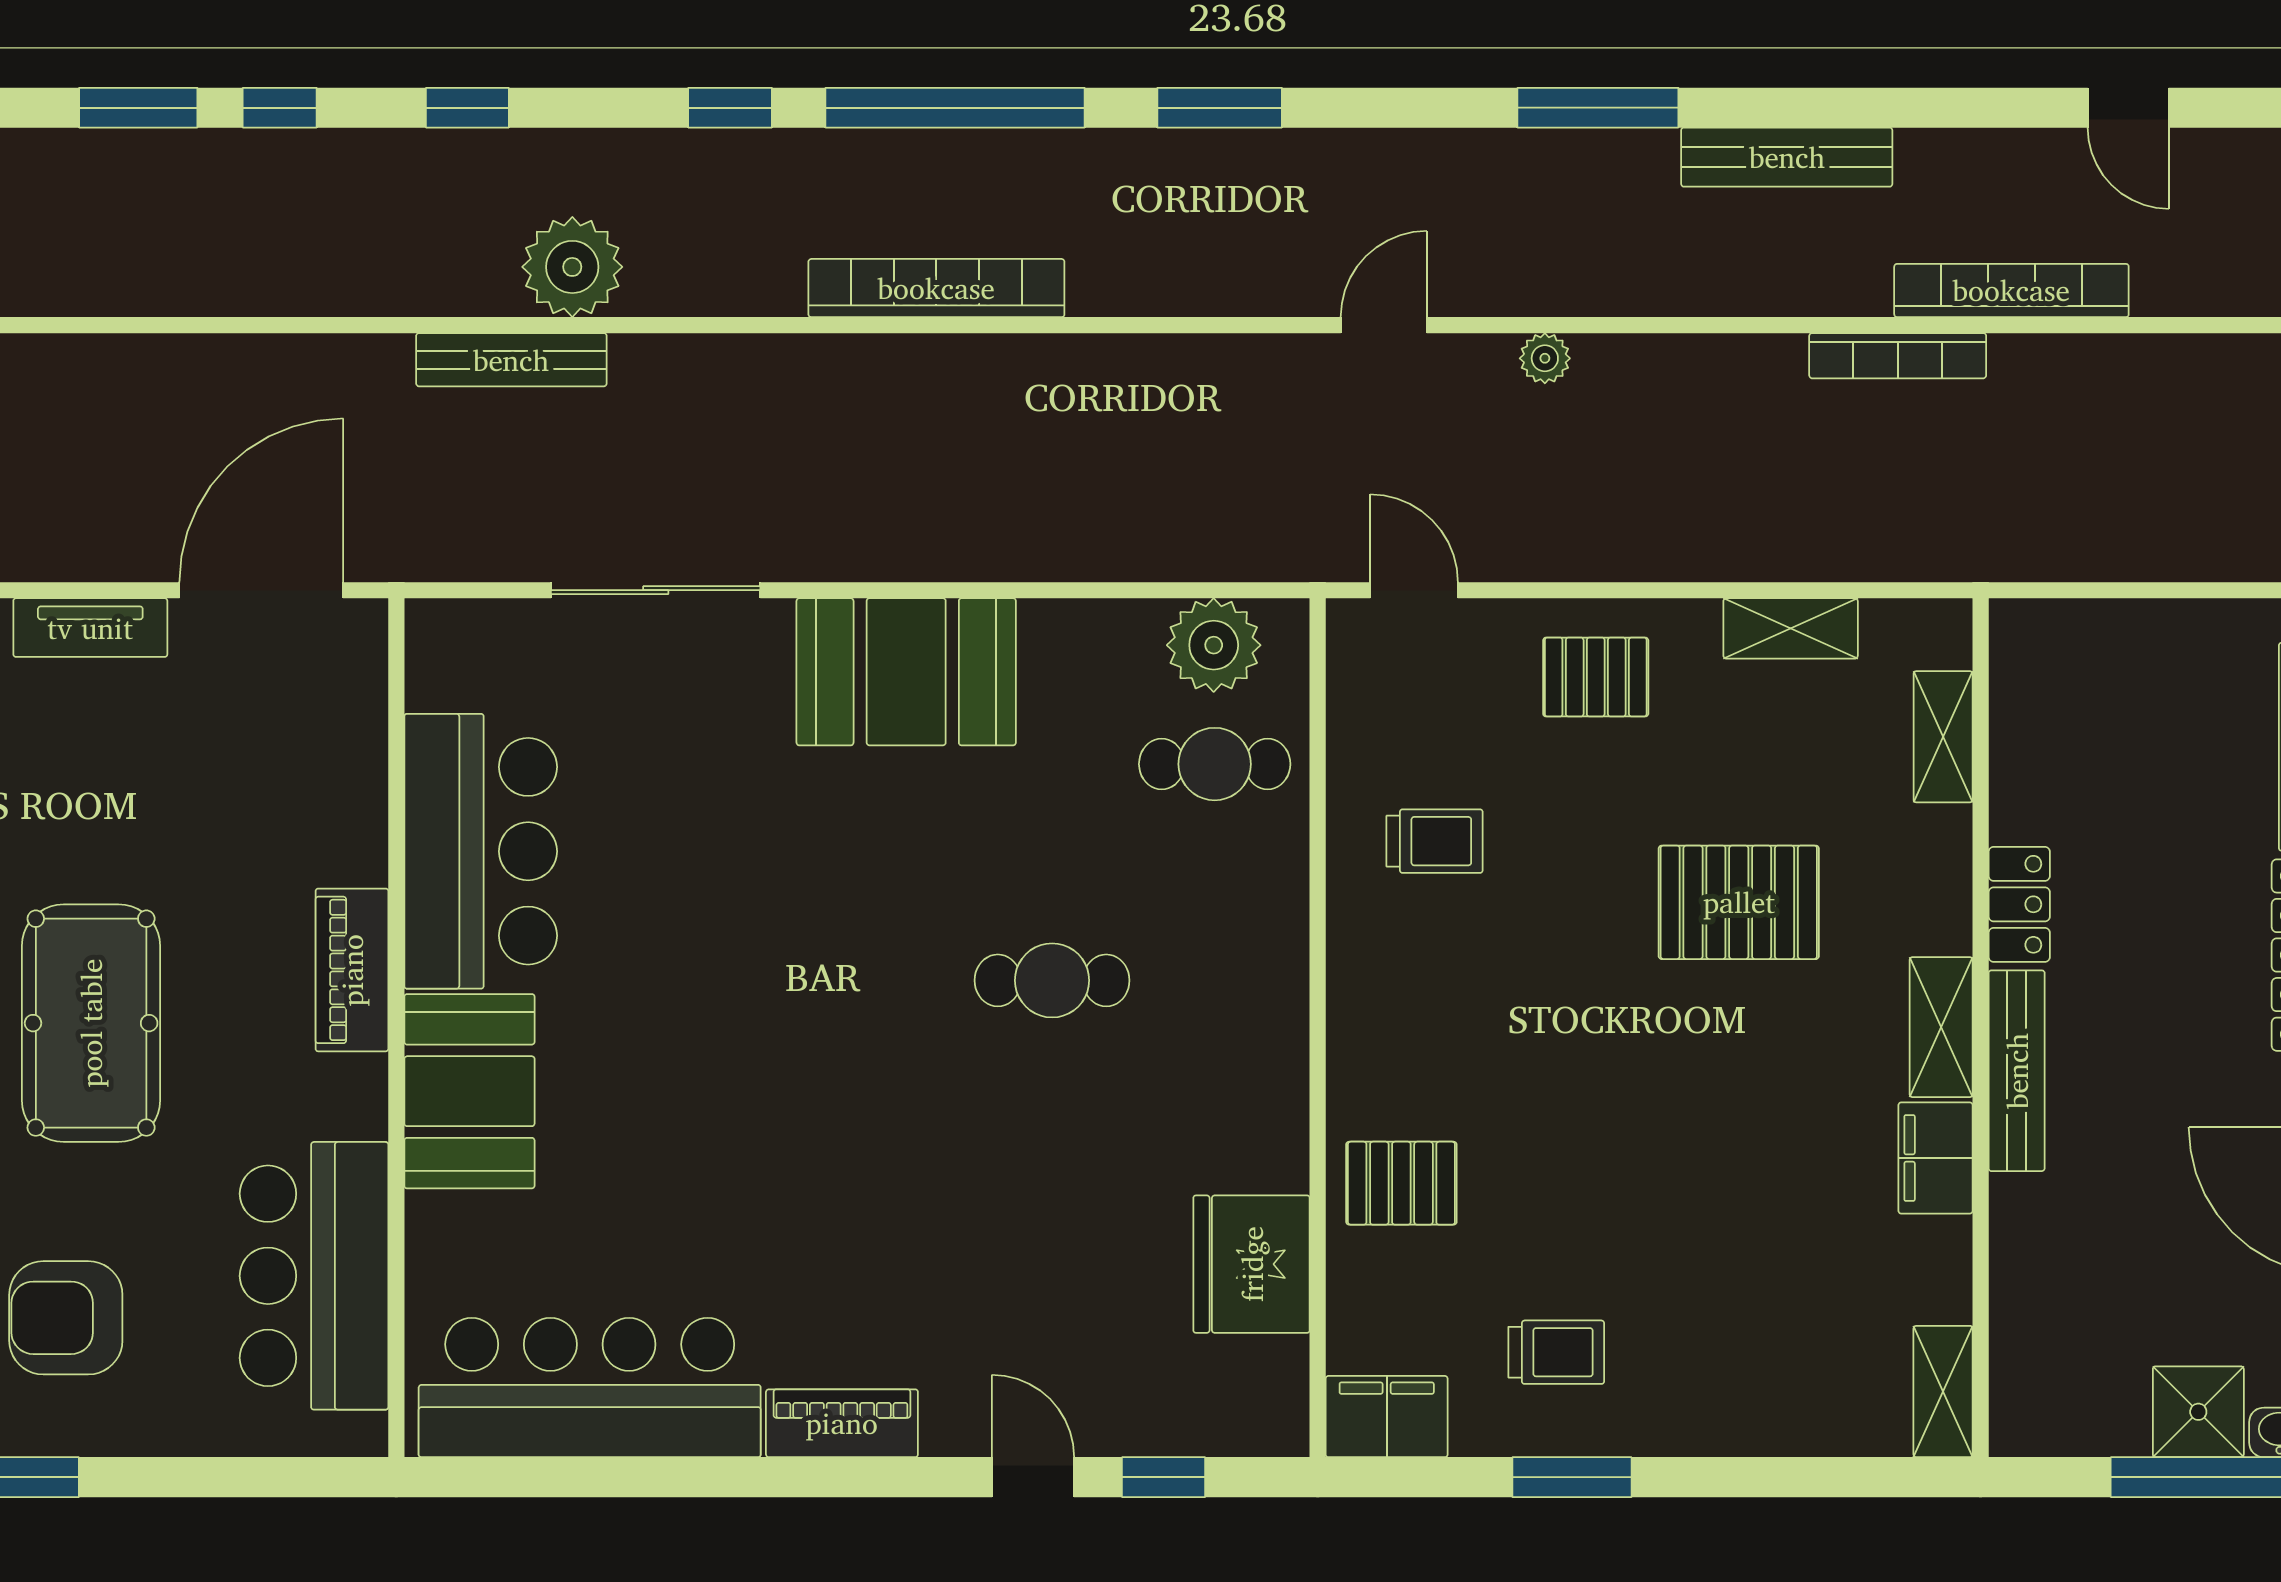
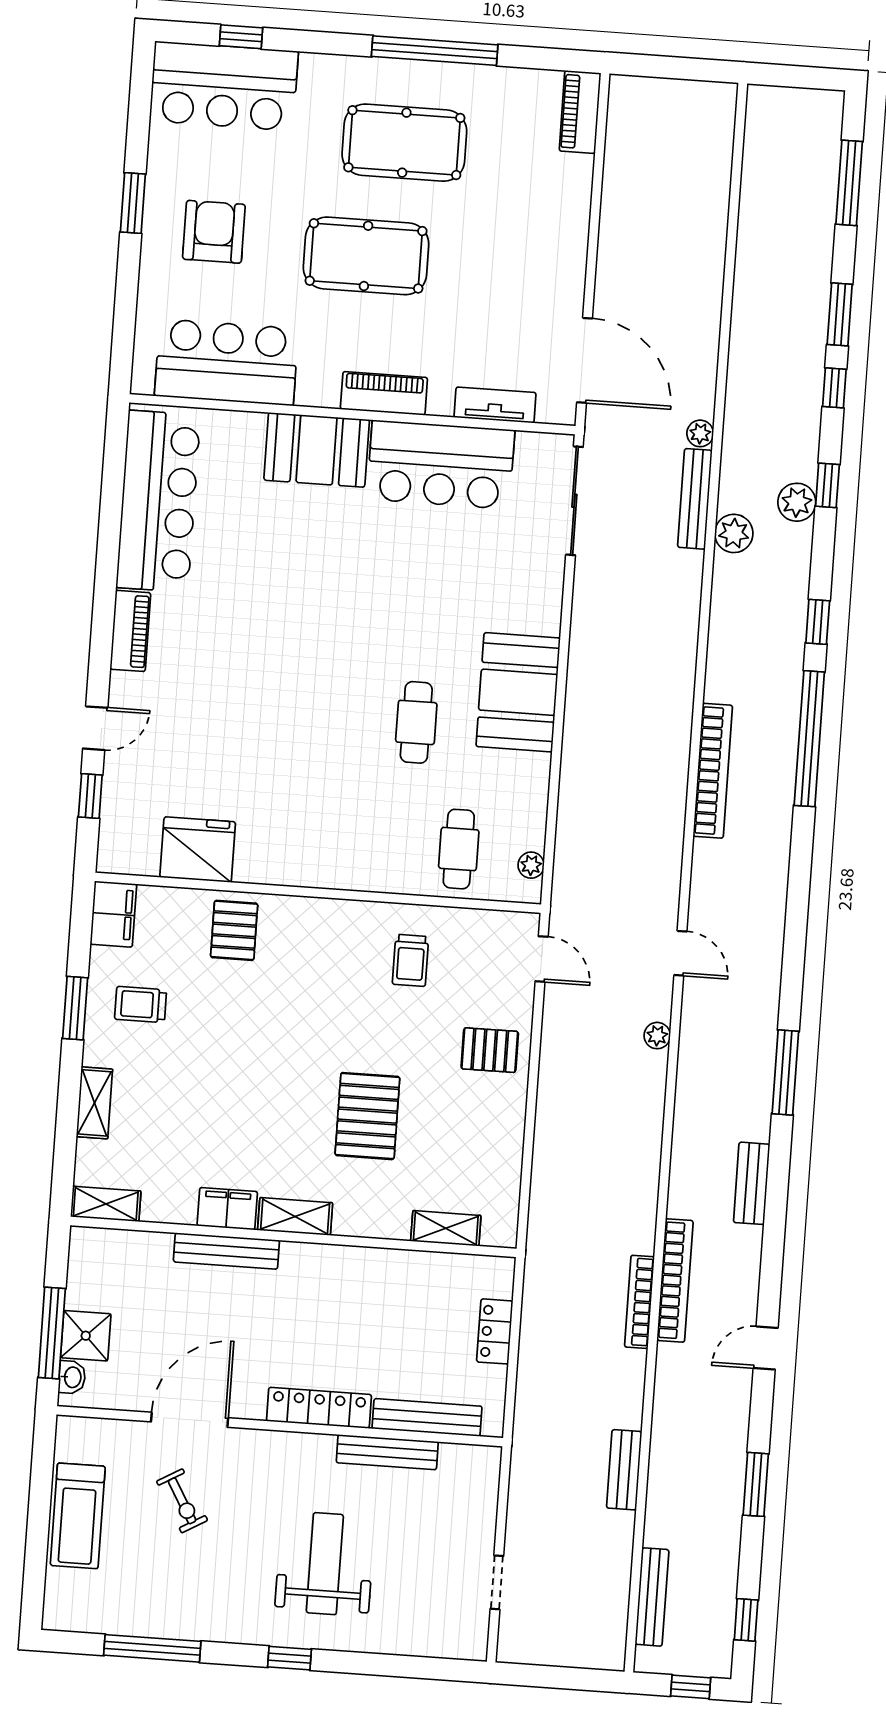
window: (1220, 108) -> (799, 876), removed
bench: (1787, 157) -> (752, 1183), width x0.73
plant: (504, 164) -> (797, 502), added
plant: (572, 267) -> (734, 533), width x0.73, depth x0.73
bookcase: (936, 288) -> (713, 771), moved
bookcase: (1898, 356) -> (639, 1302), moved
plant: (385, 359) -> (700, 433), added
sliding door: (656, 590) -> (574, 501), moved
door: (1414, 590) -> (542, 959), hinge flipped
tv unit: (90, 628) -> (495, 405), moved, turned 90
shelving: (1791, 628) -> (94, 1103), moved
plant: (1214, 645) -> (531, 865), width x0.53, depth x0.53
pallet: (1596, 677) -> (490, 1050), turned 90
locker: (2019, 904) -> (495, 1331), moved, turned 90
cafe table: (1052, 980) -> (416, 722), moved
bench: (2017, 1071) -> (226, 1251), moved
trolley: (1556, 1352) -> (141, 1005), turned 90

